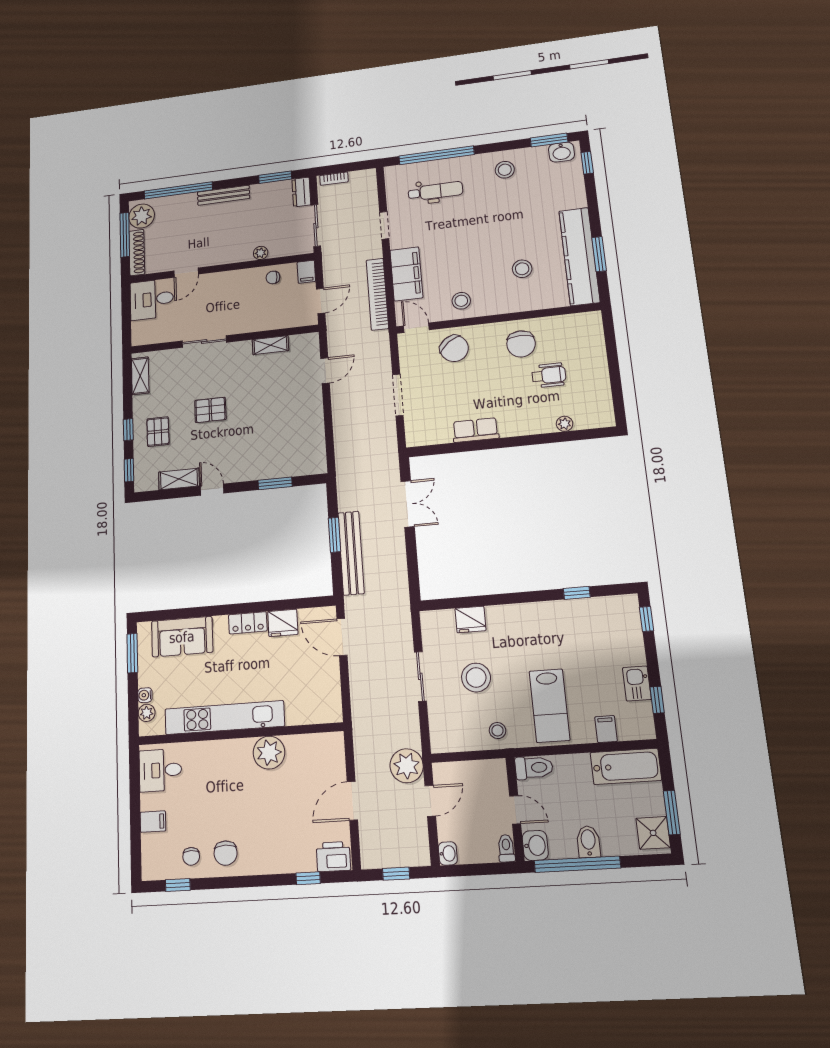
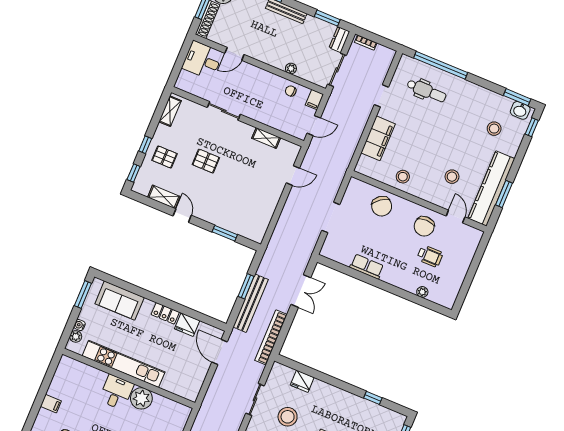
stool: (505, 170) -> (494, 129), moved
bookcase: (377, 294) -> (271, 337), moved
door: (416, 328) -> (456, 217), moved
pallet: (158, 432) -> (165, 157), turned 90
desk: (160, 770) -> (116, 392), moved, turned 90

